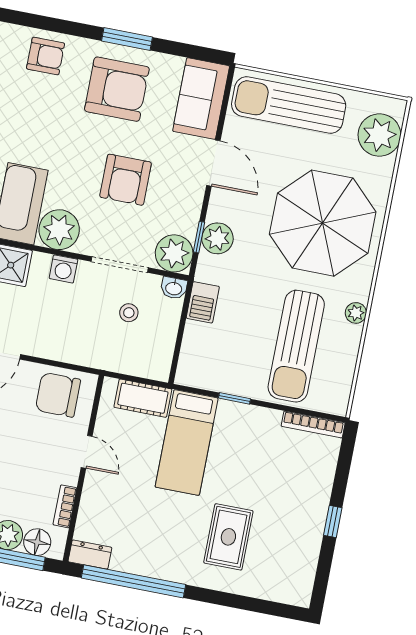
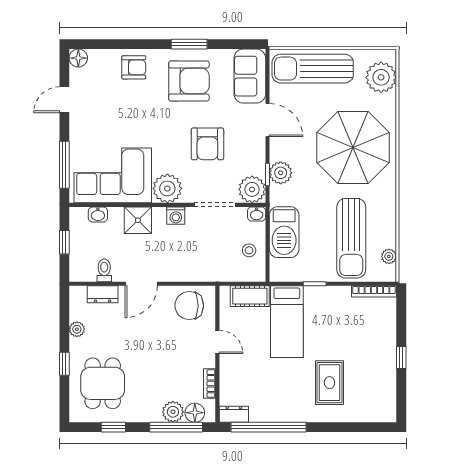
barbecue: (203, 302) -> (284, 232), width x1.88, depth x1.53
stool: (129, 313) -> (249, 250), moved
plant: (356, 313) -> (389, 256), moved

